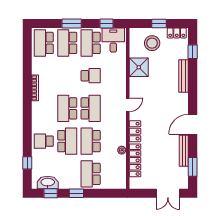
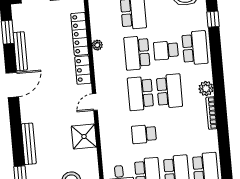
shower: (139, 67) -> (84, 137), moved
plant: (38, 108) -> (206, 89), added
school desk: (44, 141) -> (195, 48), width x1.85
school desk: (67, 141) -> (166, 50), width x0.54
school desk: (91, 141) -> (137, 53), turned 180

